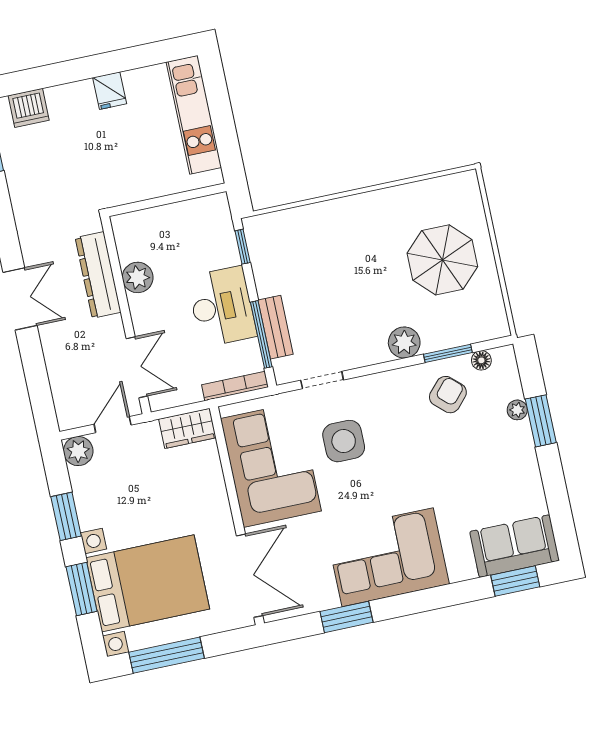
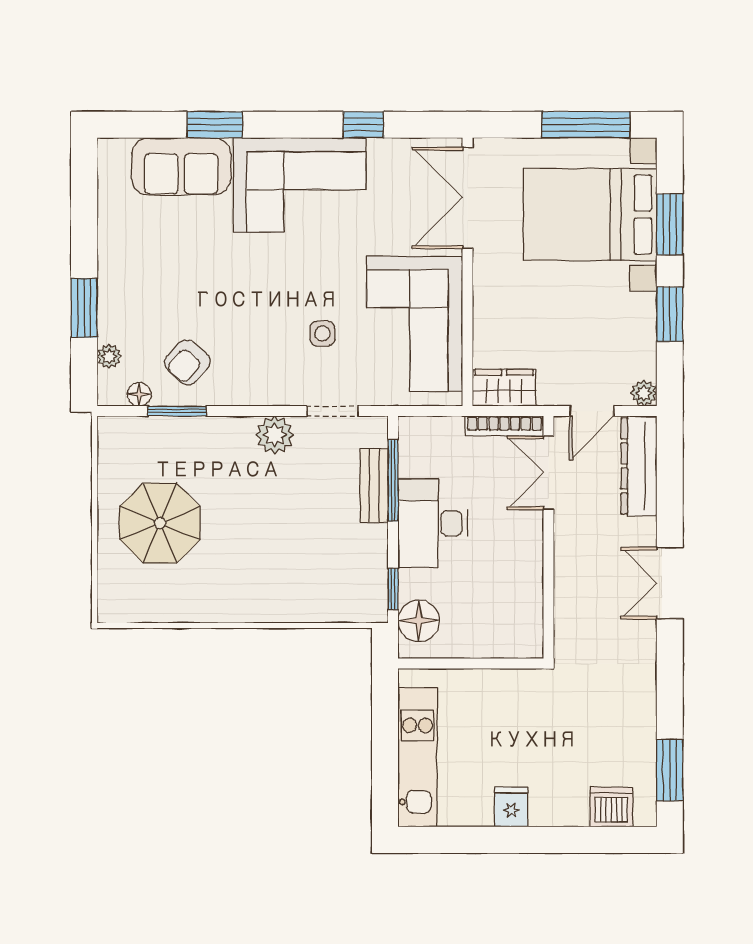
floor lamp: (216, 225) -> (419, 621), added
dresser: (98, 275) -> (639, 466), moved, turned 180
plant: (138, 277) -> (525, 579), removed
plant: (404, 342) -> (275, 435), moved
bookcase: (235, 386) -> (504, 426), moved
plant: (517, 410) -> (109, 356), moved
side table: (344, 441) -> (322, 334), width x0.54, depth x0.54
plant: (78, 451) -> (644, 393), width x0.73, depth x0.73
sofa: (515, 546) -> (181, 166), moved
window: (515, 581) -> (215, 125), moved
window: (346, 617) -> (363, 125), width x0.67

